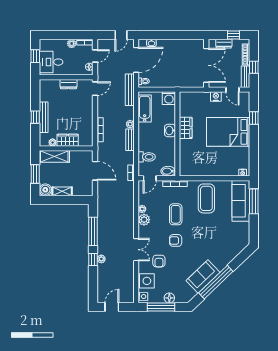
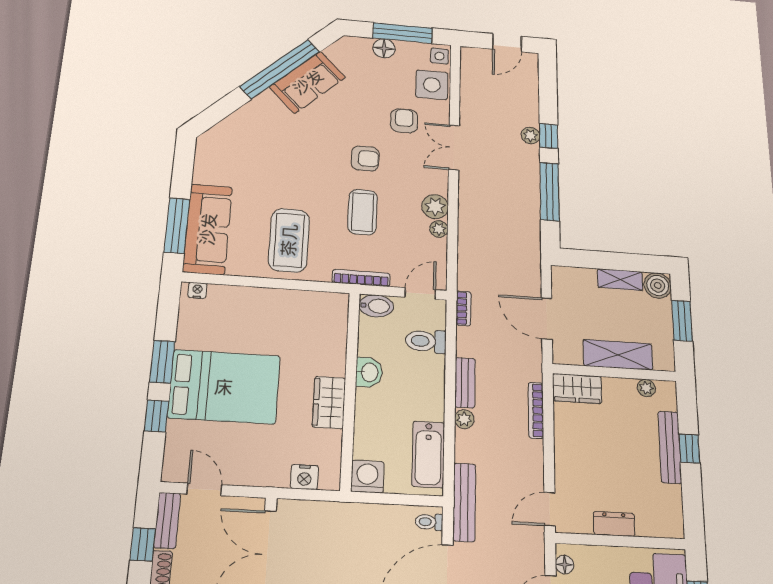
nightstand: (216, 97) -> (304, 477), moved
washbasin: (170, 130) -> (369, 372), moved
wardrobe: (68, 140) -> (577, 389), moved
window: (254, 141) -> (162, 362), added
shelving: (54, 156) -> (618, 355), moved

